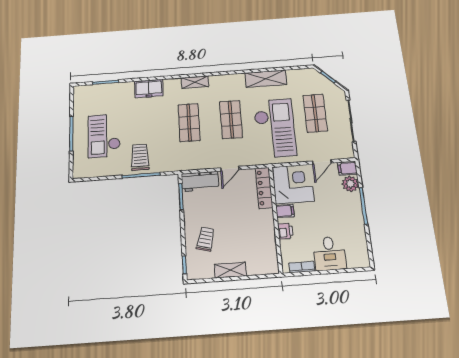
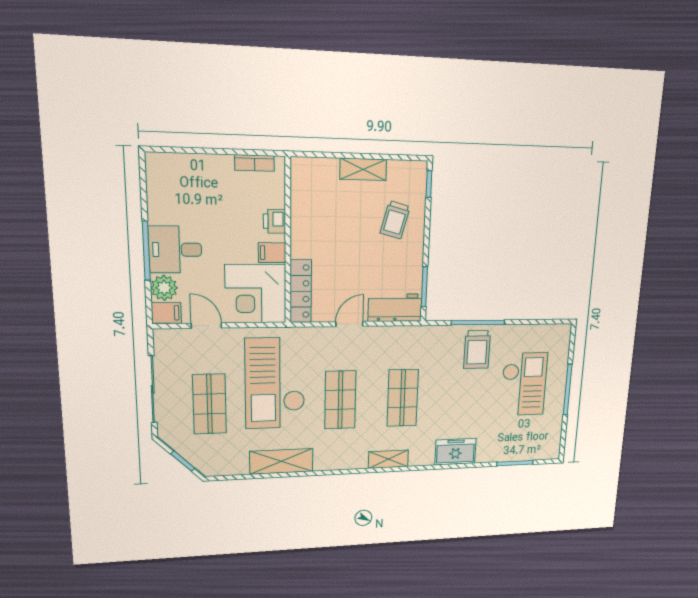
door: (322, 162) -> (206, 326), hinge flipped
desk: (329, 253) -> (175, 250), moved, turned -90

